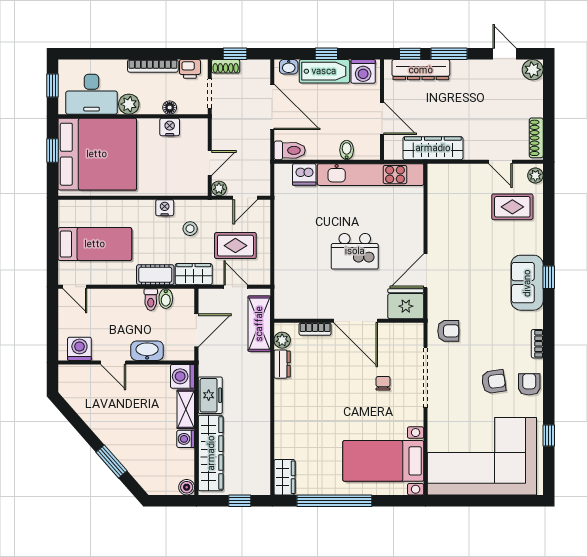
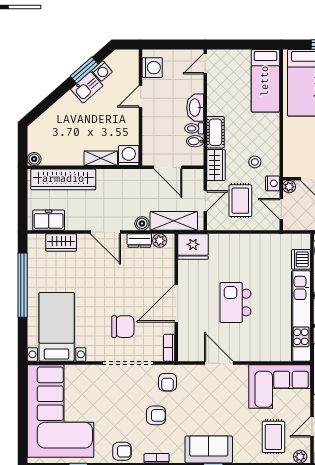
corner sofa: (453, 200) -> (280, 386), added
nightstand: (165, 208) -> (273, 183), moved
bed: (95, 244) -> (265, 81), moved
fridge: (406, 304) -> (193, 247), moved, turned 90
bookcase: (315, 329) -> (169, 348), moved
washbasin: (147, 351) -> (195, 108), moved, turned 180
boiler: (262, 361) -> (142, 223), added
armchair: (494, 382) -> (156, 415), moved, turned -82
chair: (383, 383) -> (123, 327), width x1.87, depth x1.87
freezer: (210, 395) -> (49, 220), moved, turned 180
door: (272, 404) -> (105, 232), added
kitchen sink: (103, 426) -> (87, 87), added
washing machine: (186, 439) -> (102, 71), moved, turned 139
window: (111, 461) -> (84, 70), moved
wardrobe: (284, 477) -> (61, 242), moved
window: (240, 501) -> (23, 204), removed

